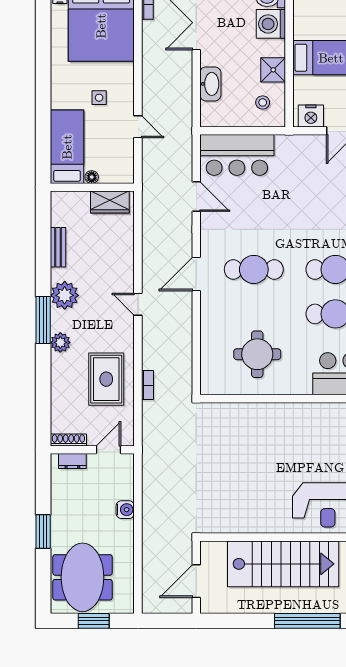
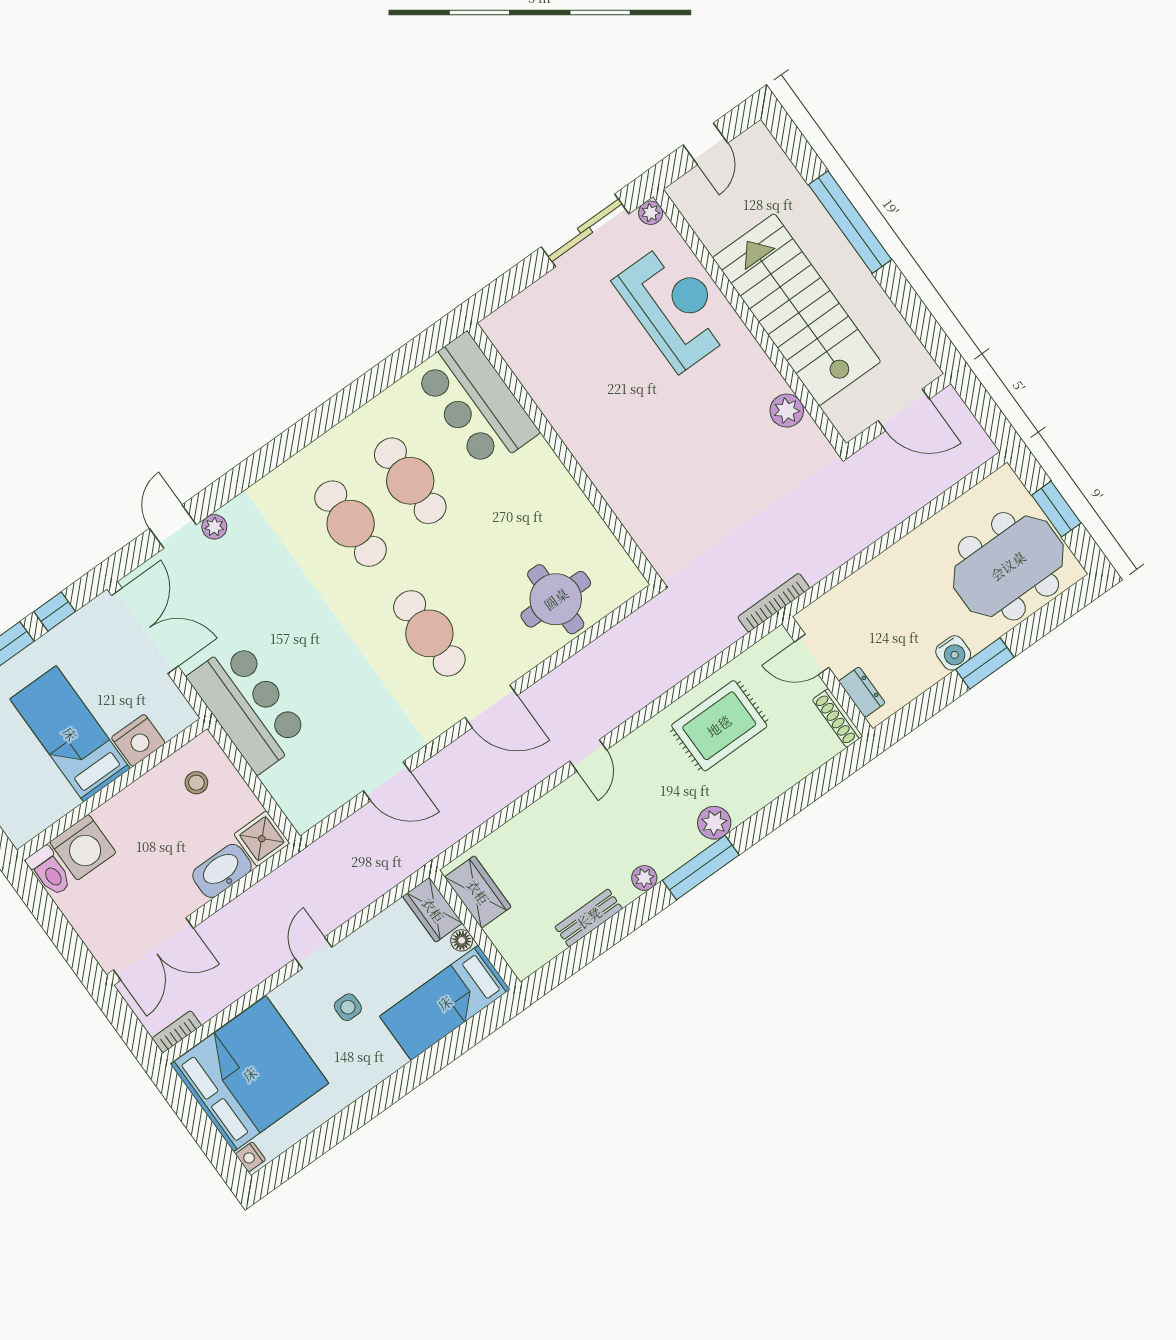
shower: (273, 70) -> (262, 839), moved
nightstand: (311, 116) -> (138, 740), moved, turned 90
door: (138, 127) -> (314, 953), moved
bar counter: (237, 155) -> (249, 707), moved
wardrobe: (117, 174) -> (433, 910), added
door: (196, 196) -> (387, 781), swing flipped
plant: (65, 295) -> (644, 878), width x0.53, depth x0.53
round table: (257, 354) -> (556, 599), moved
bookcase: (147, 385) -> (774, 603), moved, width x1.56
water cooler: (125, 510) -> (953, 653), moved, turned 180
plant: (237, 523) -> (787, 411), added

